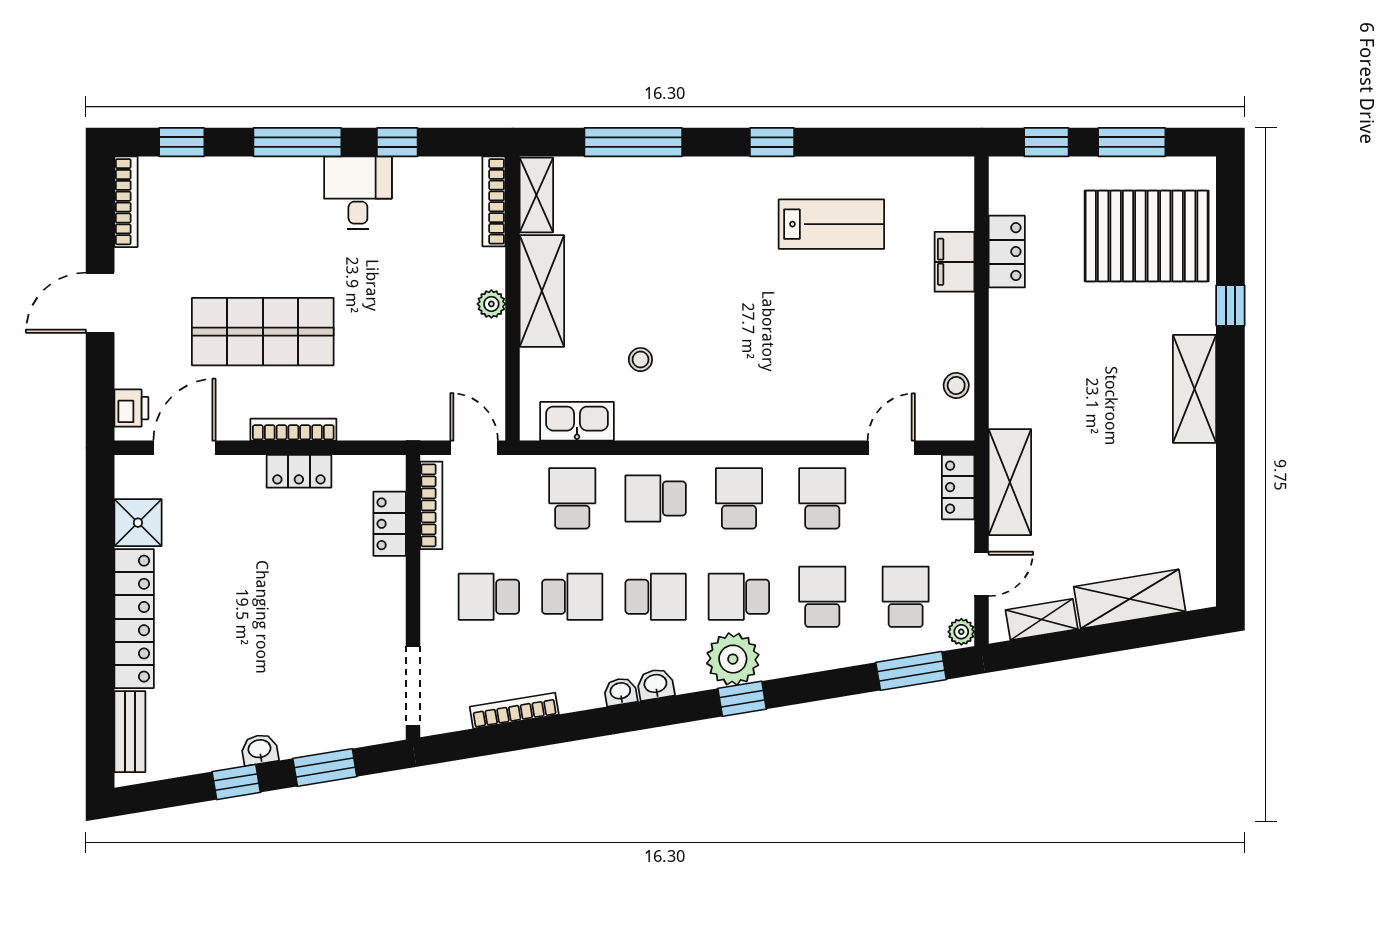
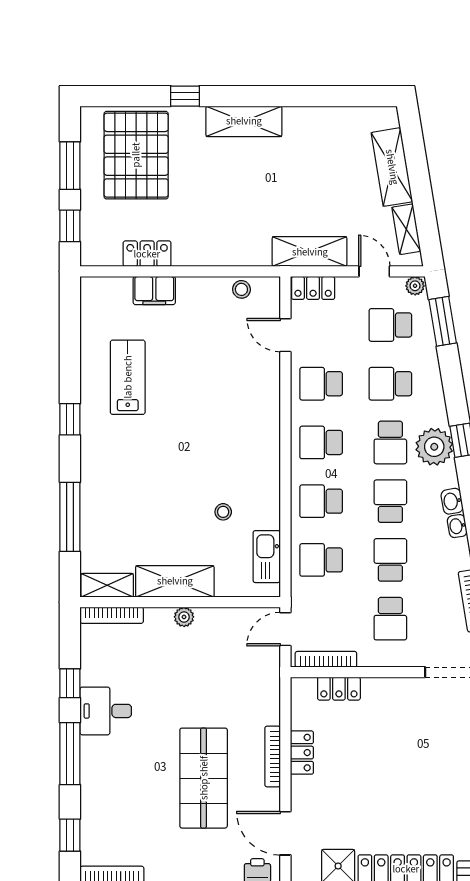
school desk: (656, 498) -> (321, 501), turned 90

